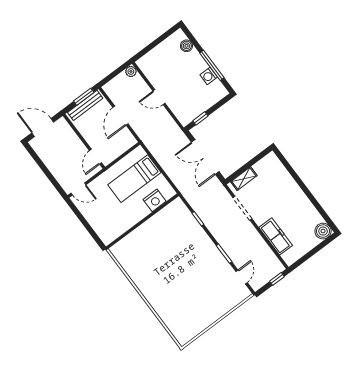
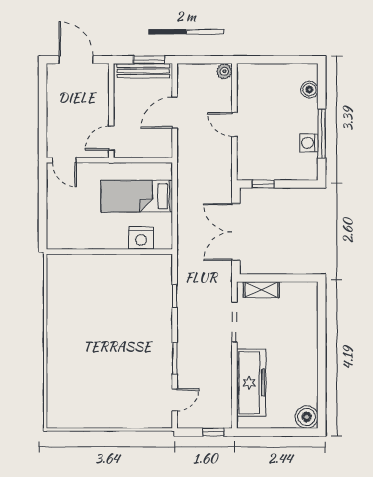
freezer: (276, 236) -> (251, 383), width x1.36, depth x1.26

